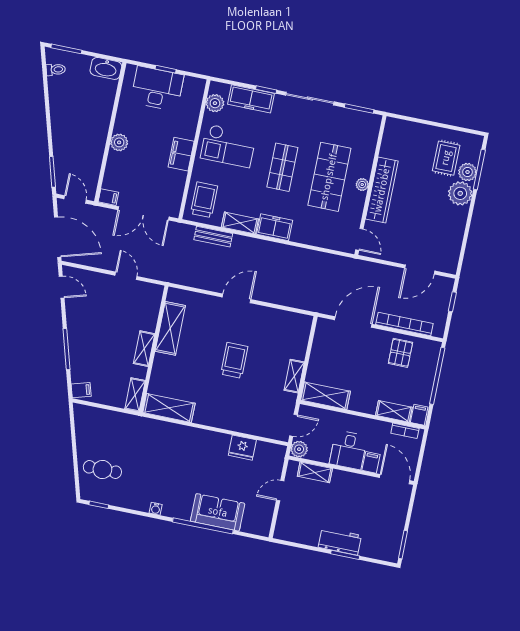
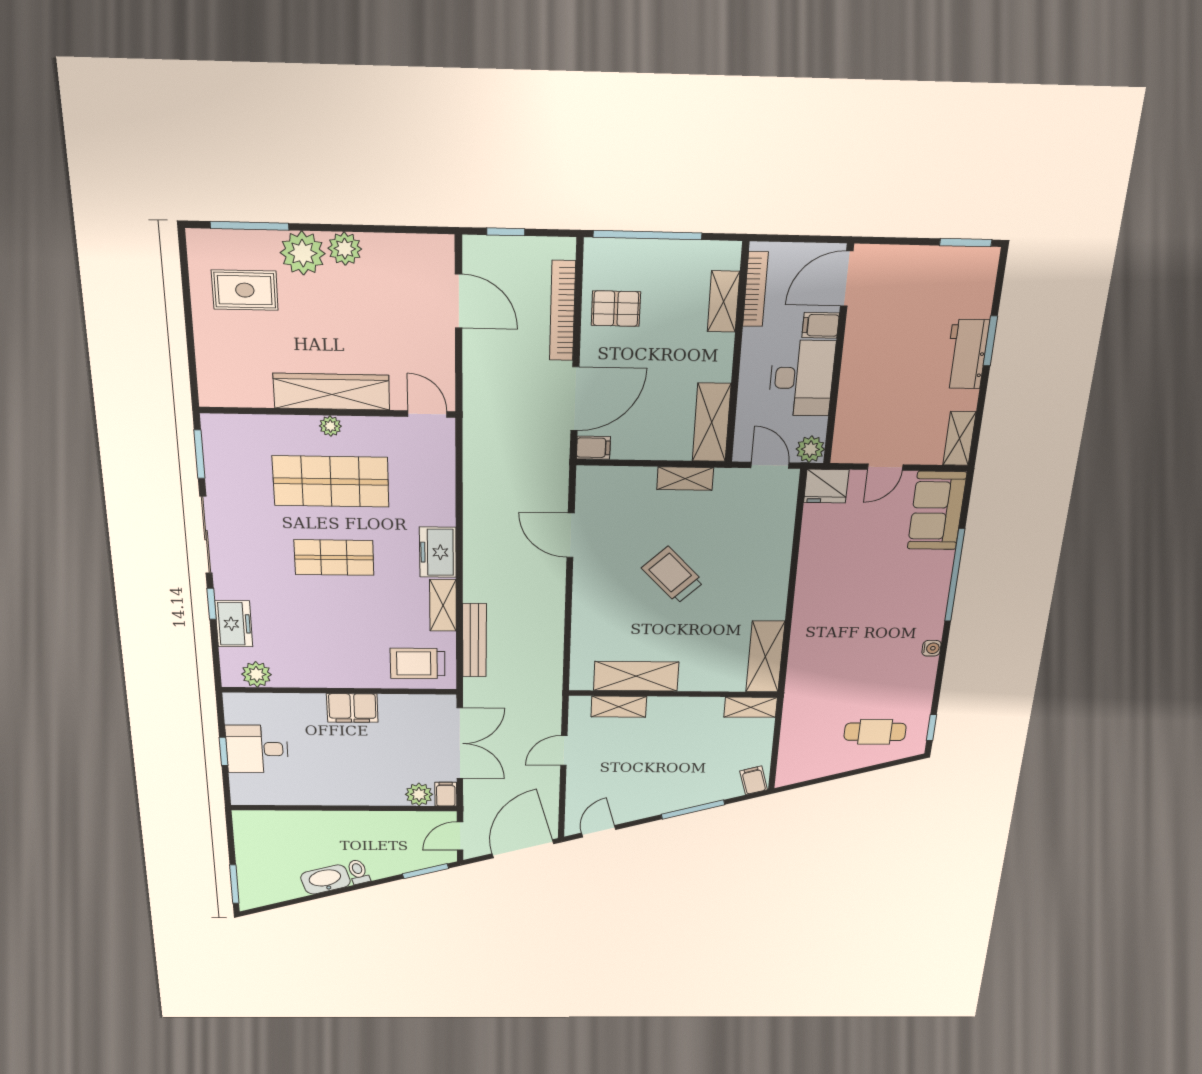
washbasin: (106, 68) -> (326, 879), moved, turned -106
toilet: (56, 70) -> (358, 872), moved
desk: (157, 88) -> (257, 749), width x0.73
freezer: (251, 99) -> (234, 624), width x0.71
plant: (119, 142) -> (419, 794), moved
checkout: (228, 146) -> (320, 644), removed
plant: (468, 172) -> (345, 249), moved
bench: (213, 237) -> (474, 640), width x1.36
door: (359, 239) -> (427, 414), hinge flipped
door: (236, 298) -> (571, 535), moved
door: (353, 322) -> (575, 399), swing flipped
shelving: (144, 349) -> (619, 707), moved
trolley: (234, 360) -> (673, 575), turned 46
filing cabinet: (419, 415) -> (593, 448), moved, turned 180
bookcase: (405, 431) -> (755, 289), width x1.56
fridge: (242, 448) -> (826, 486), moved, turned 90
desk: (348, 450) -> (802, 378), width x1.37
cafe table: (102, 469) -> (875, 732), turned 90
shelving: (315, 472) -> (959, 438), moved
door: (280, 491) -> (885, 467), hinge flipped
sofa: (218, 512) -> (937, 511), moved

